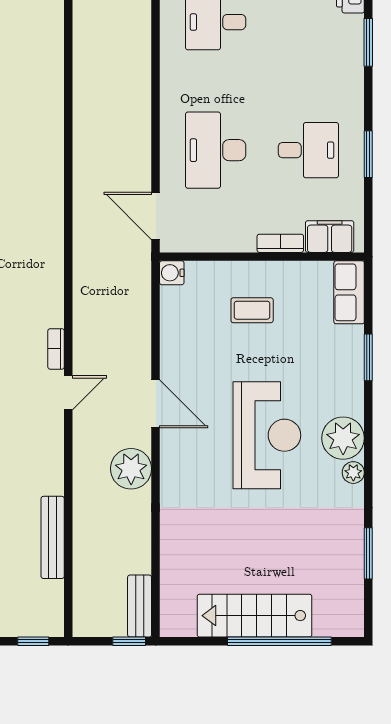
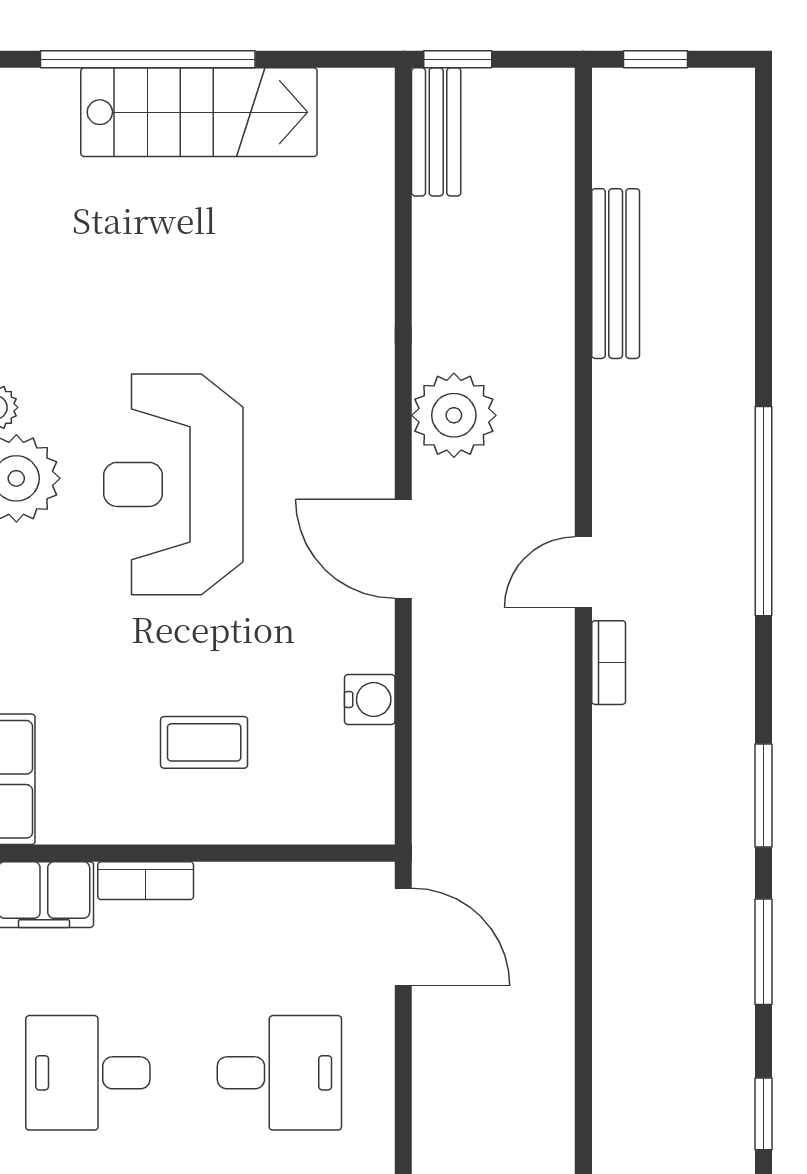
desk: (216, 150) -> (279, 1073), width x0.73
water cooler: (172, 273) -> (370, 700), moved

